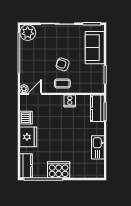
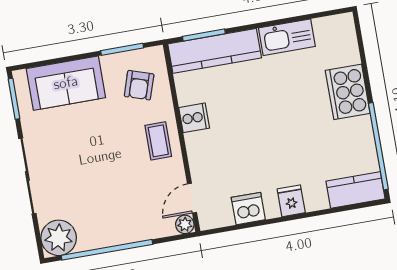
armchair: (63, 64) -> (139, 85), moved
door: (35, 94) -> (192, 198), hinge flipped
kitchen counter: (97, 108) -> (215, 51), width x1.50
fridge: (28, 137) -> (291, 201), width x0.53, depth x0.75
cooker: (59, 170) -> (348, 92), moved

